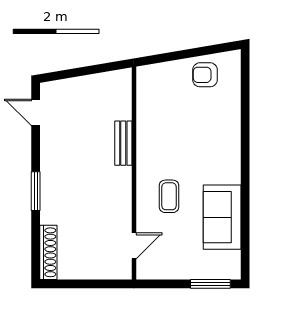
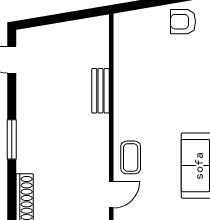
coffee table: (169, 196) -> (131, 157), moved

